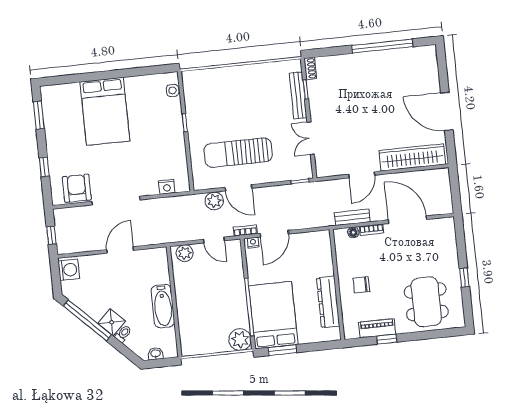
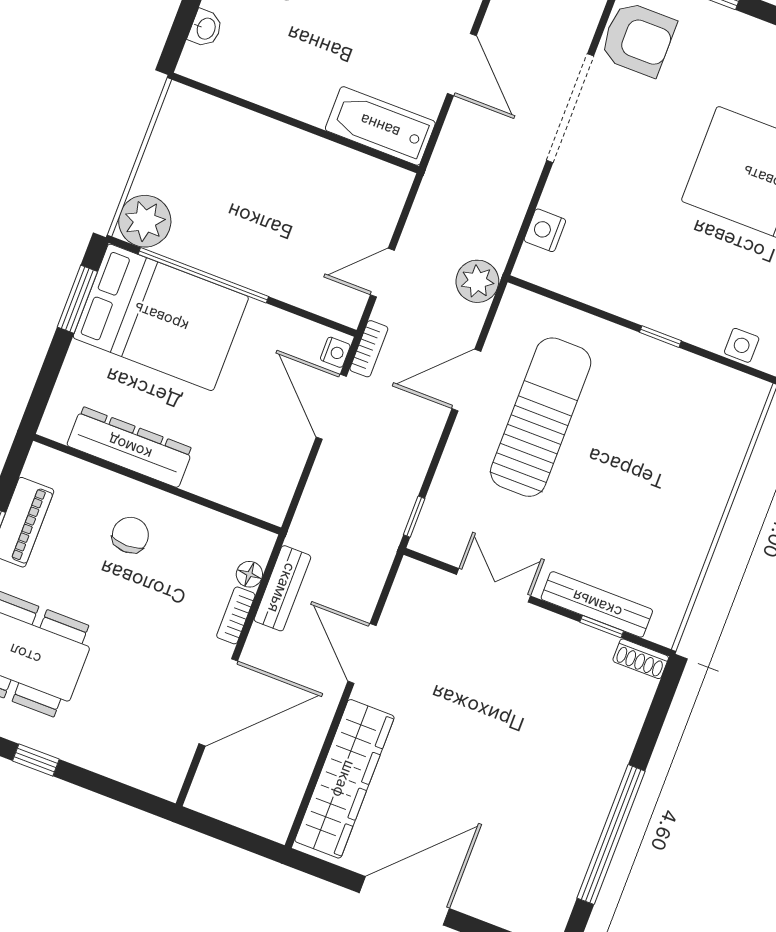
plant: (214, 201) -> (477, 281), moved
plant: (185, 253) -> (386, 197), removed
bathtub: (163, 306) -> (380, 126), moved

